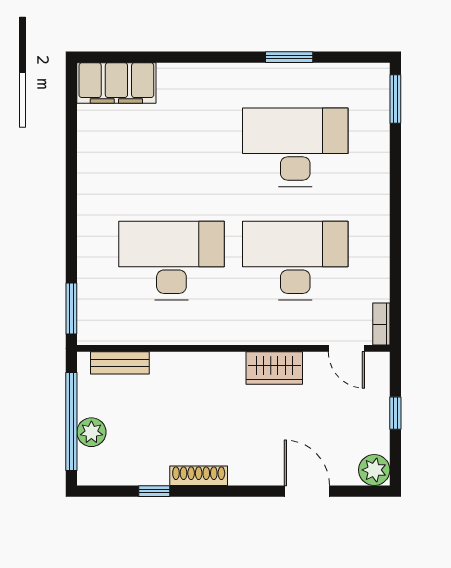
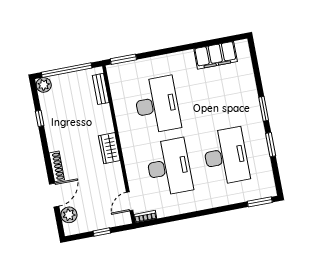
window: (218, 57) -> (264, 109), added
filing cabinet: (116, 83) -> (216, 55), moved, turned -90
wardrobe: (274, 368) -> (109, 148), moved
plant: (91, 432) -> (44, 85), moved
plant: (374, 470) -> (69, 215), moved
shoe rack: (199, 476) -> (57, 166), moved

